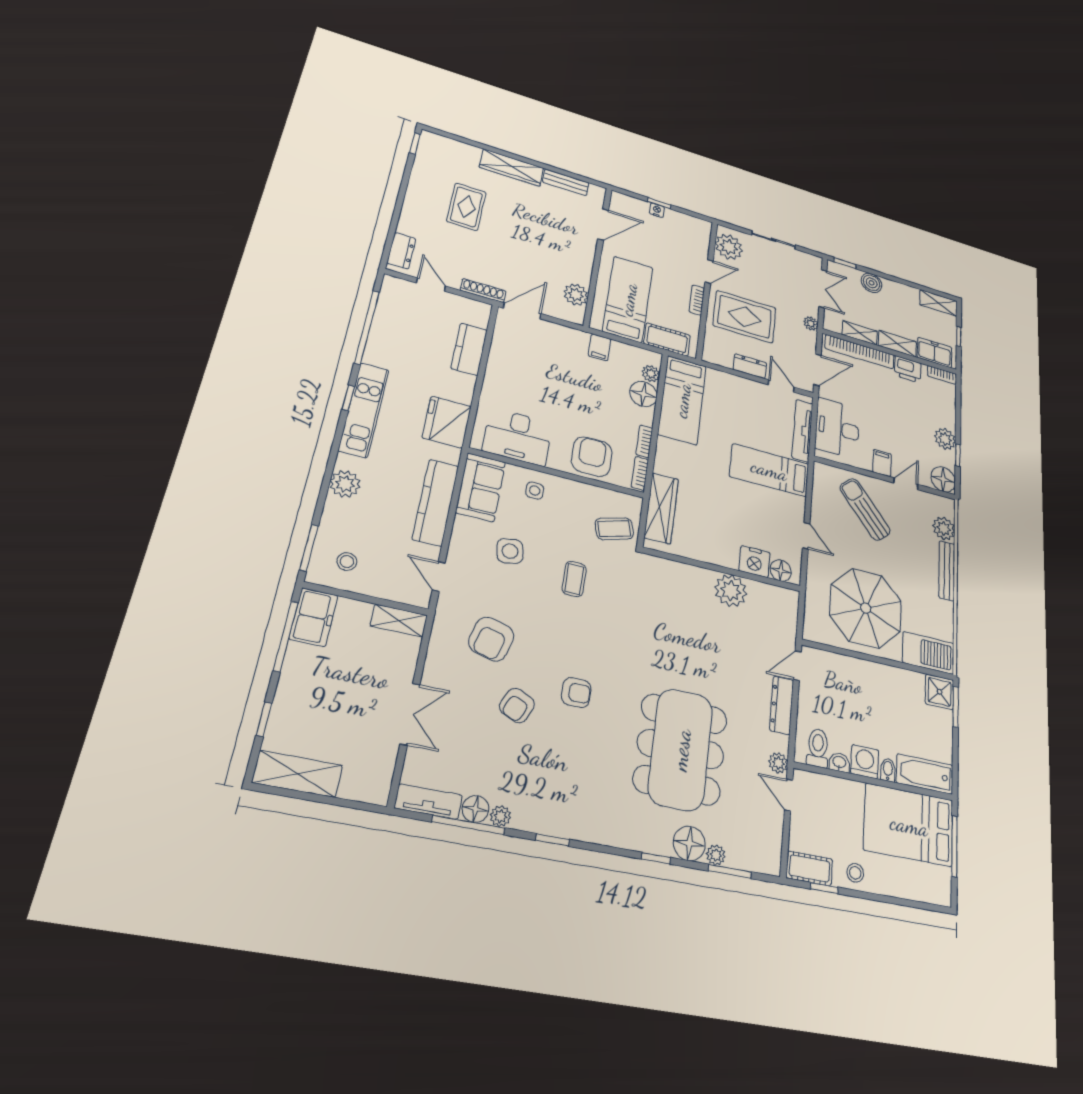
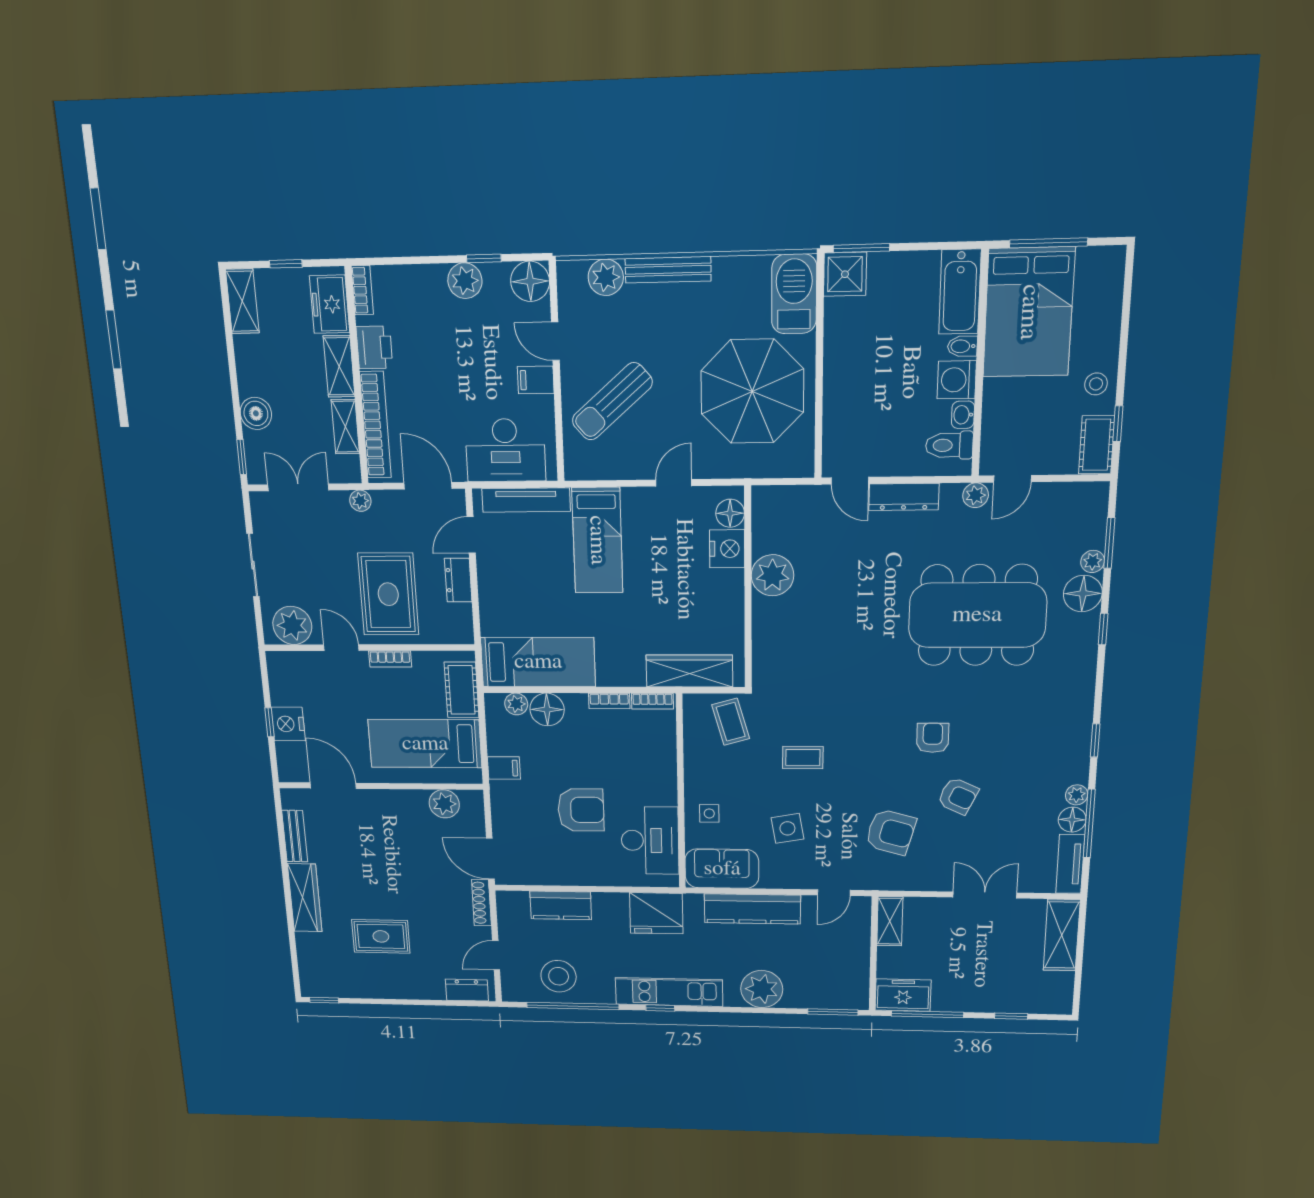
nightstand: (657, 210) -> (288, 724), width x1.89, depth x1.79
armchair: (592, 457) -> (581, 810), moved, turned 180
plant: (345, 484) -> (762, 989), width x1.36, depth x1.36
stool: (347, 562) -> (559, 976), moved, width x1.89, depth x1.89
shelving: (297, 774) -> (1062, 935), moved

